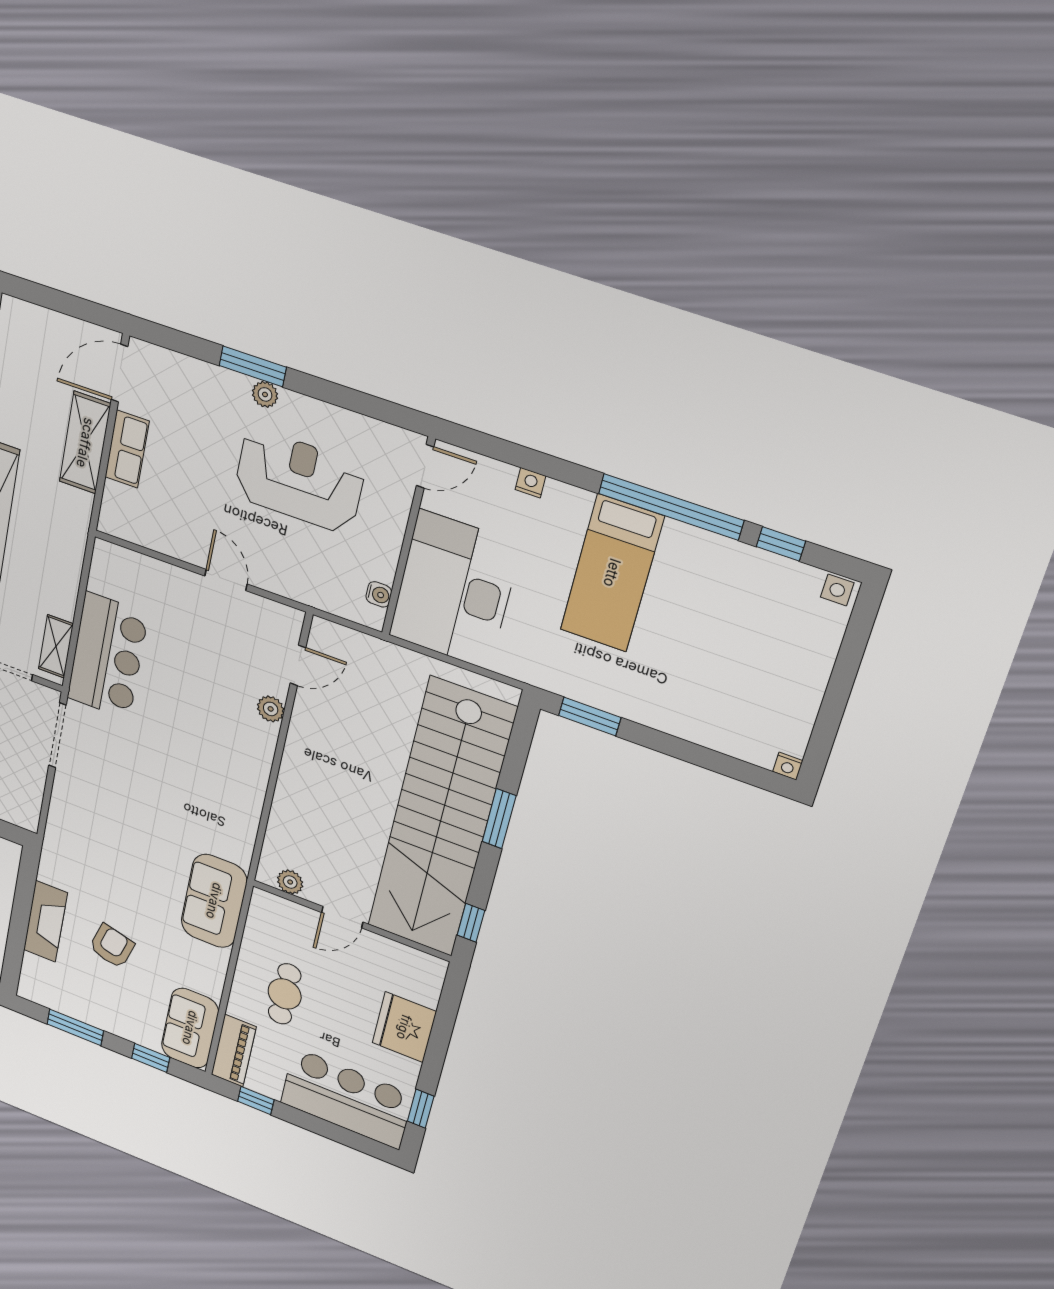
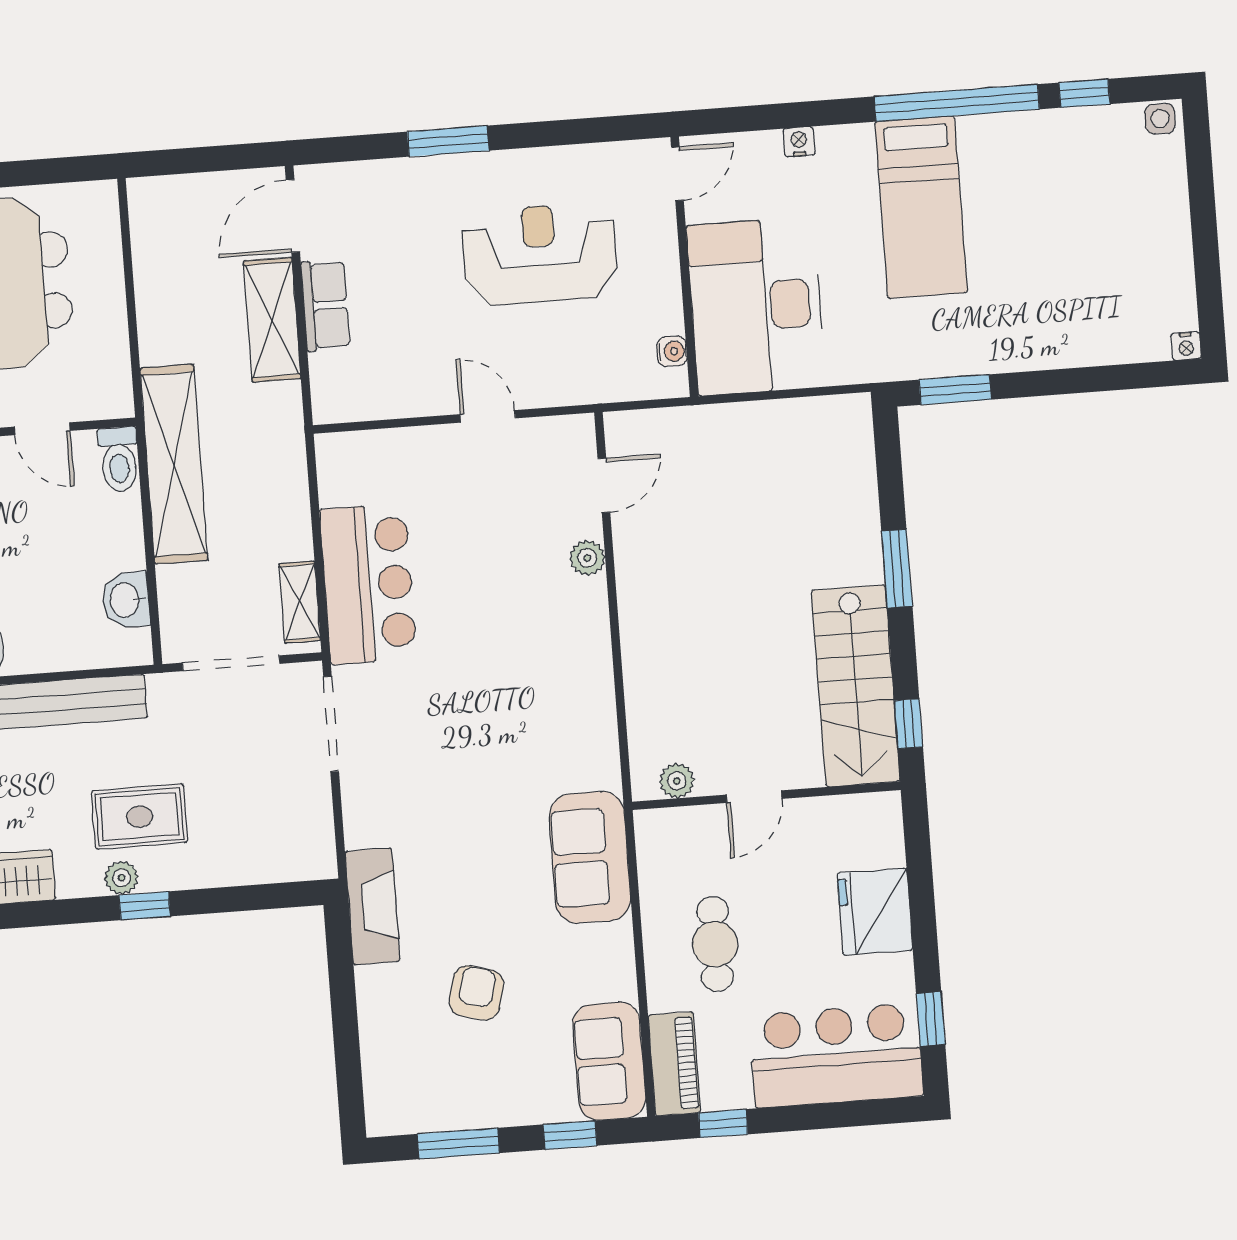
plant: (265, 394) -> (471, 168), removed
stairs: (441, 819) -> (856, 686), width x0.54, depth x0.66
fireplace: (46, 921) -> (372, 906), moved

